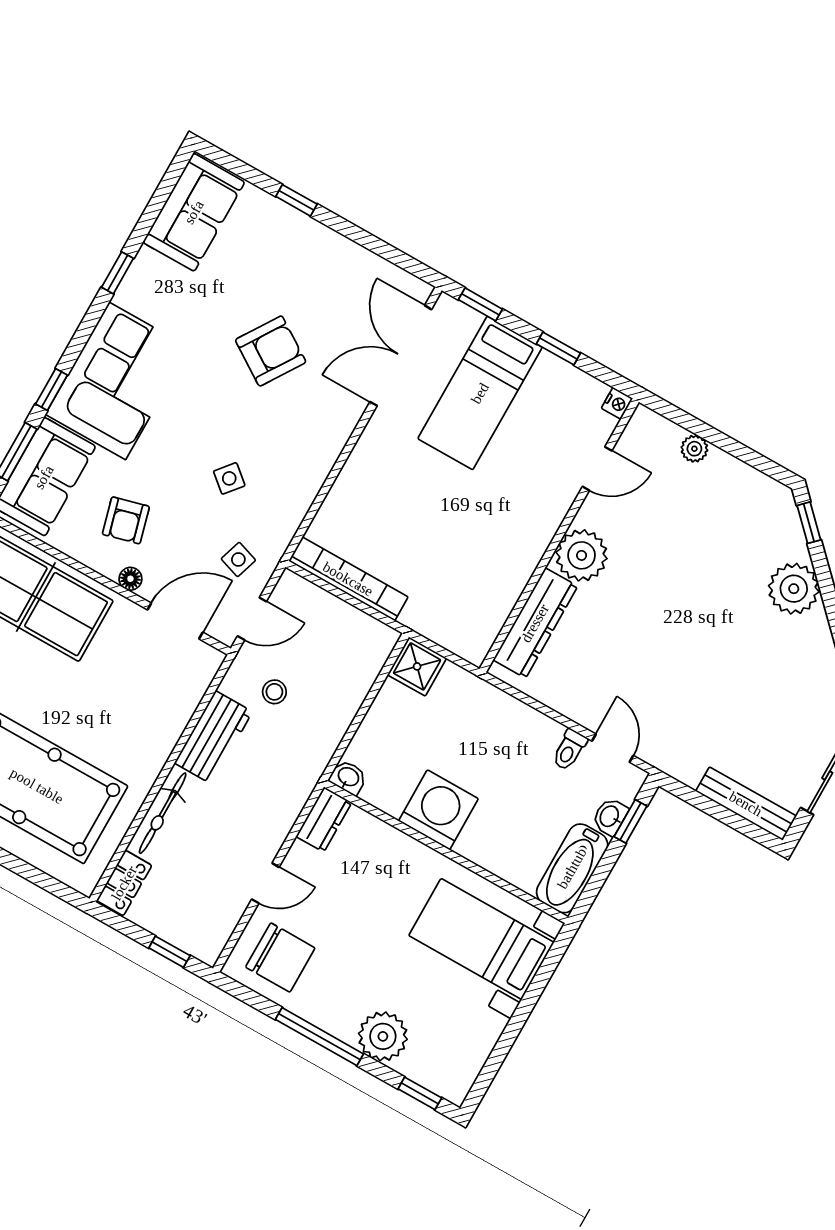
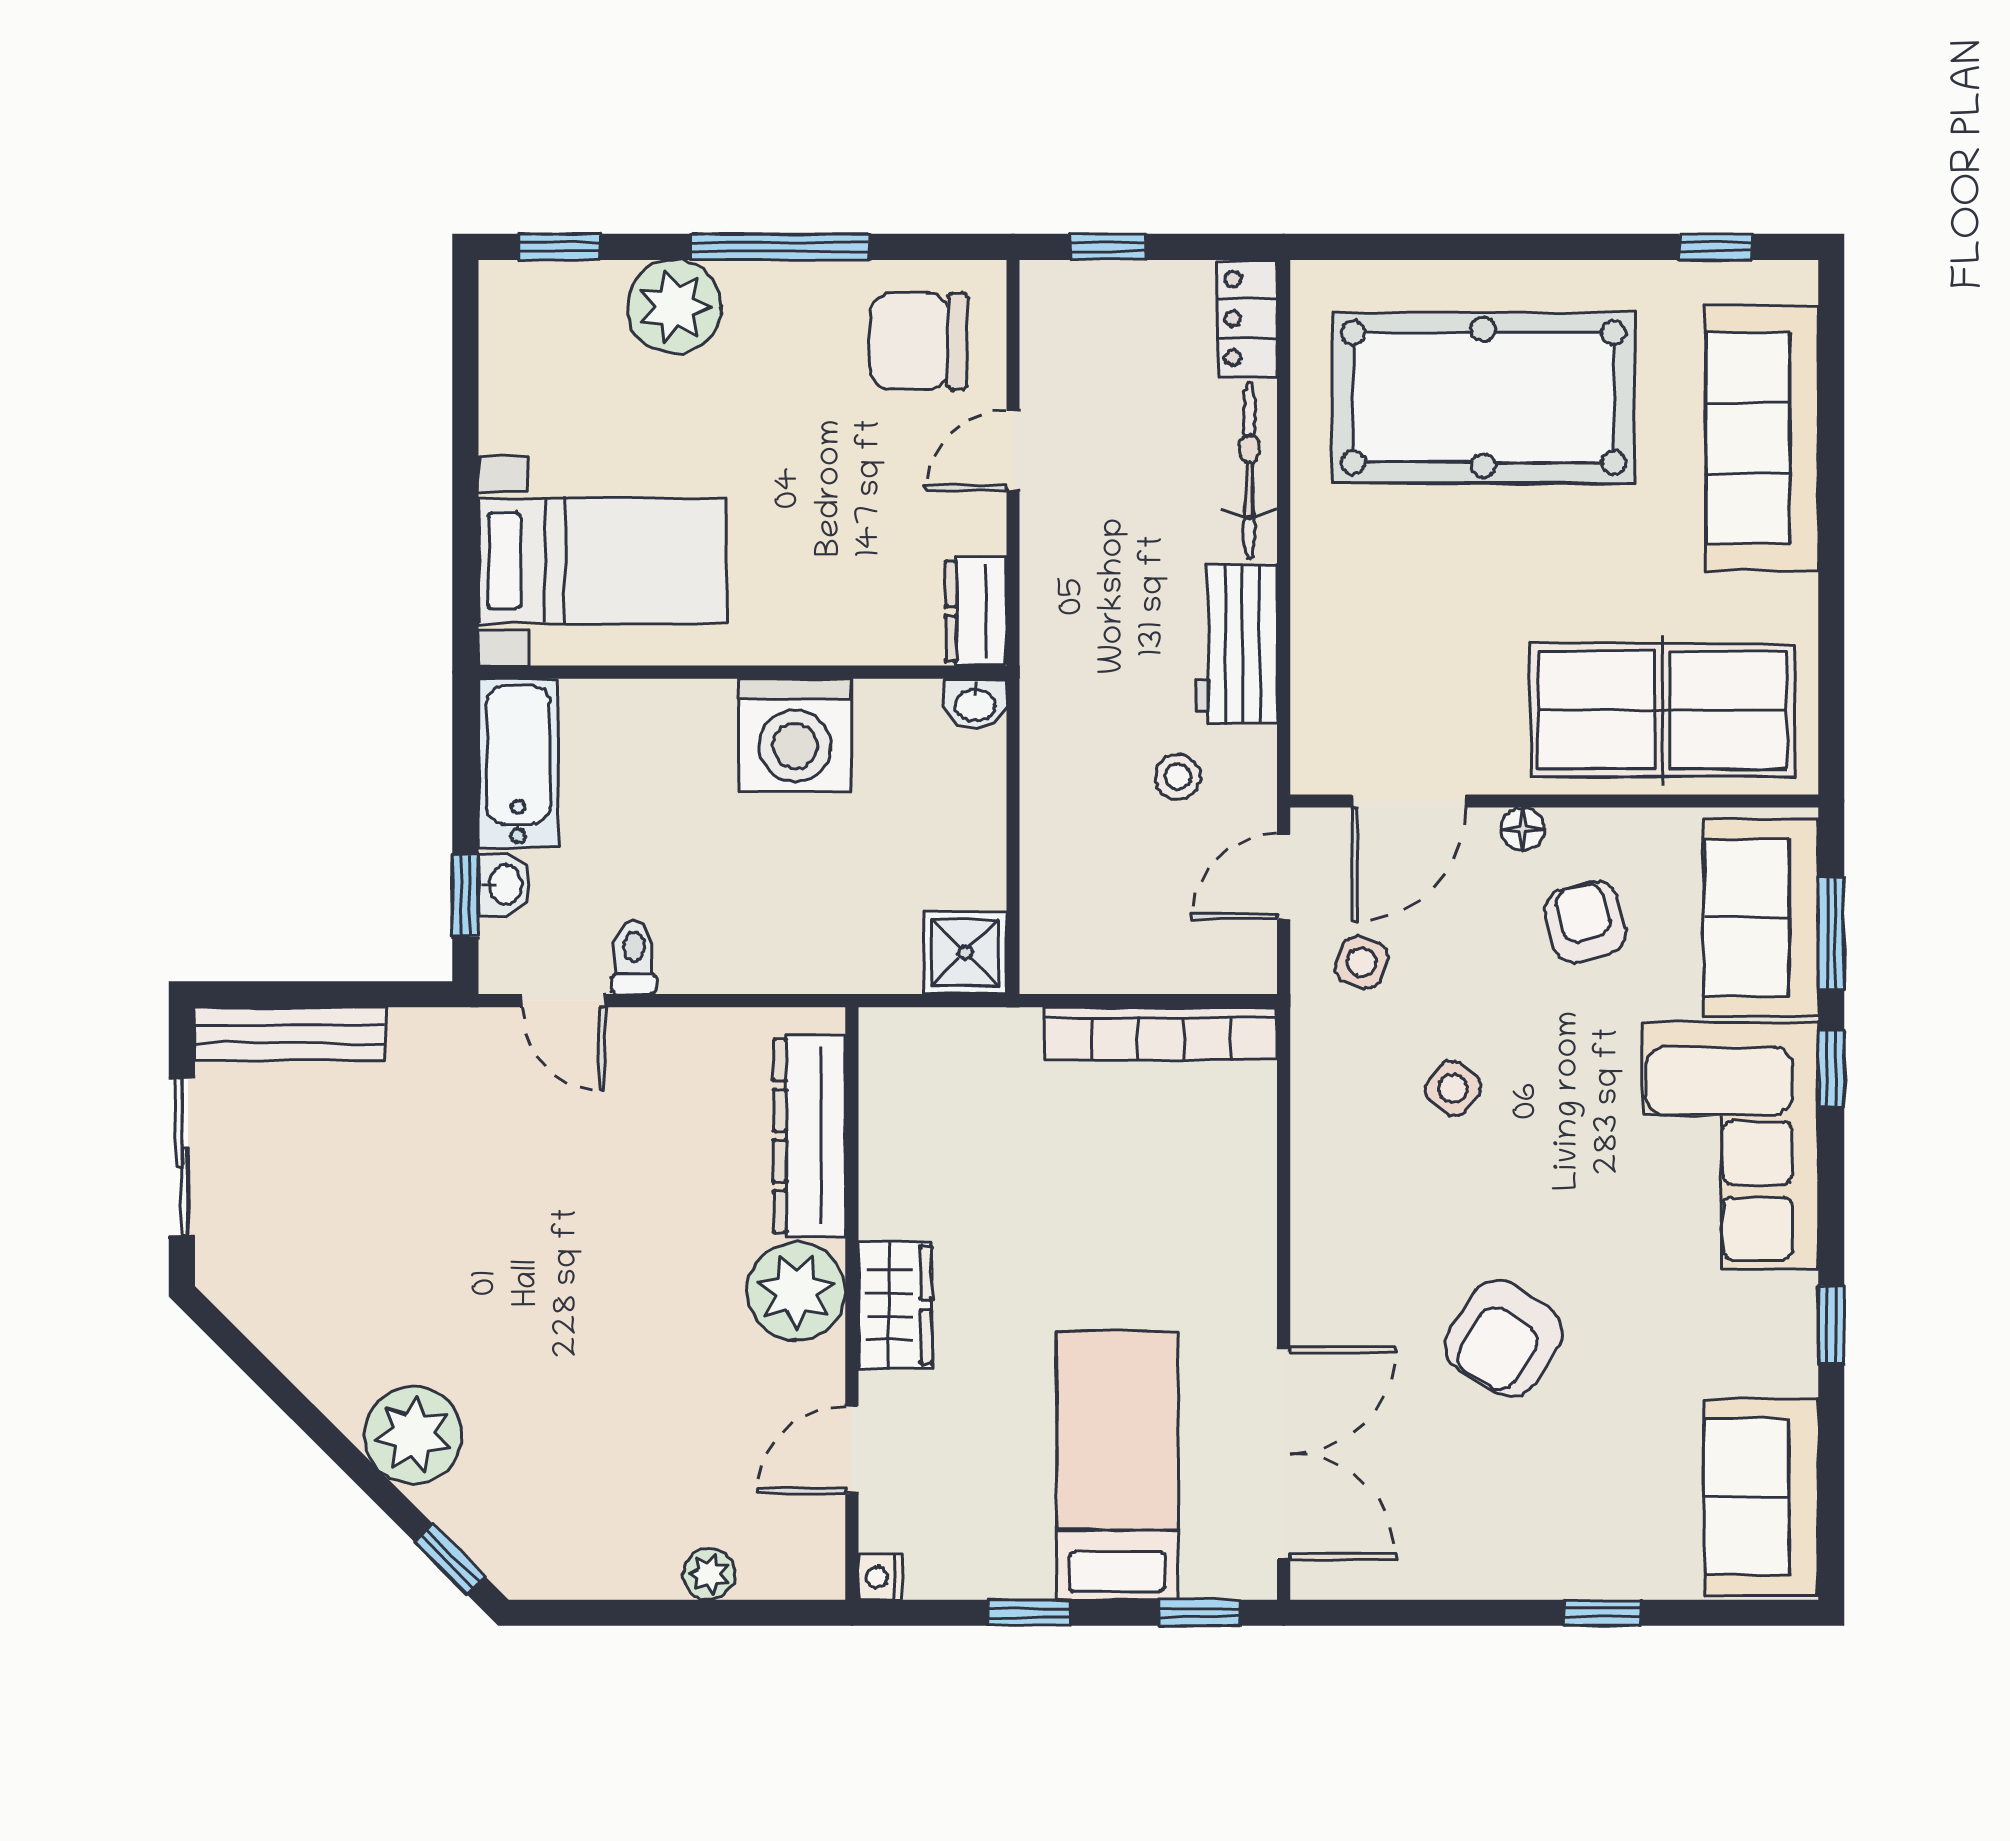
wardrobe: (540, 524) -> (895, 1305), added

